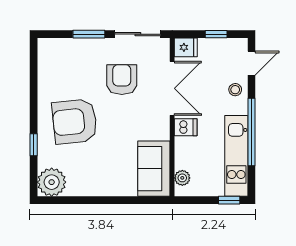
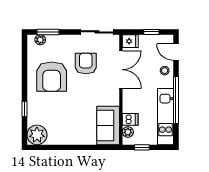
window: (89, 34) -> (48, 32), moved
plant: (56, 45) -> (40, 40), added
door: (251, 63) -> (176, 52), swing flipped
armchair: (75, 121) -> (52, 77), moved, turned -84
dishwasher: (186, 127) -> (130, 119), moved
window: (229, 200) -> (142, 147), moved

